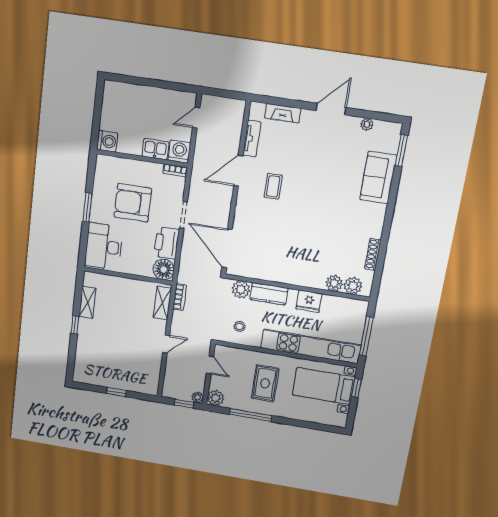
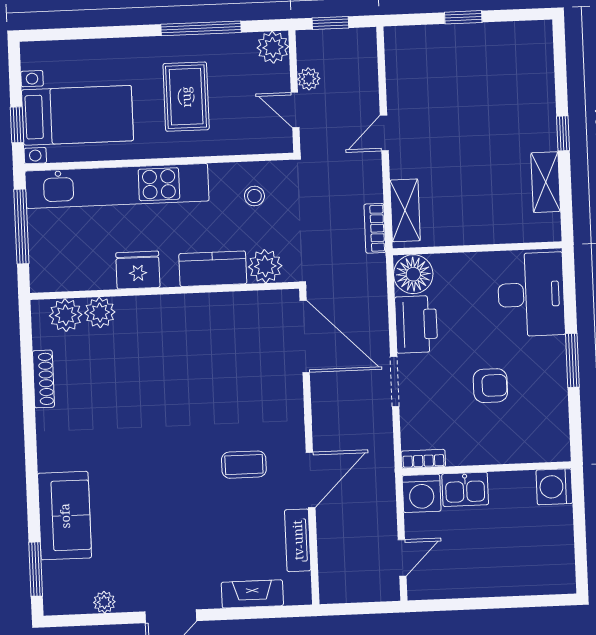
coffee table: (273, 186) -> (244, 465), turned 90
armchair: (133, 203) -> (490, 386), width x0.53, depth x0.53
plant: (198, 397) -> (309, 79), moved

